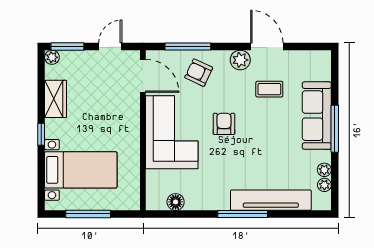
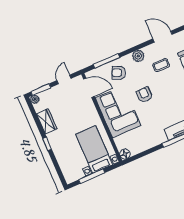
door: (267, 46) -> (163, 37), moved
bed with nightstands: (81, 170) -> (94, 149), moved, turned -90
floor lamp: (176, 202) -> (125, 154), moved

